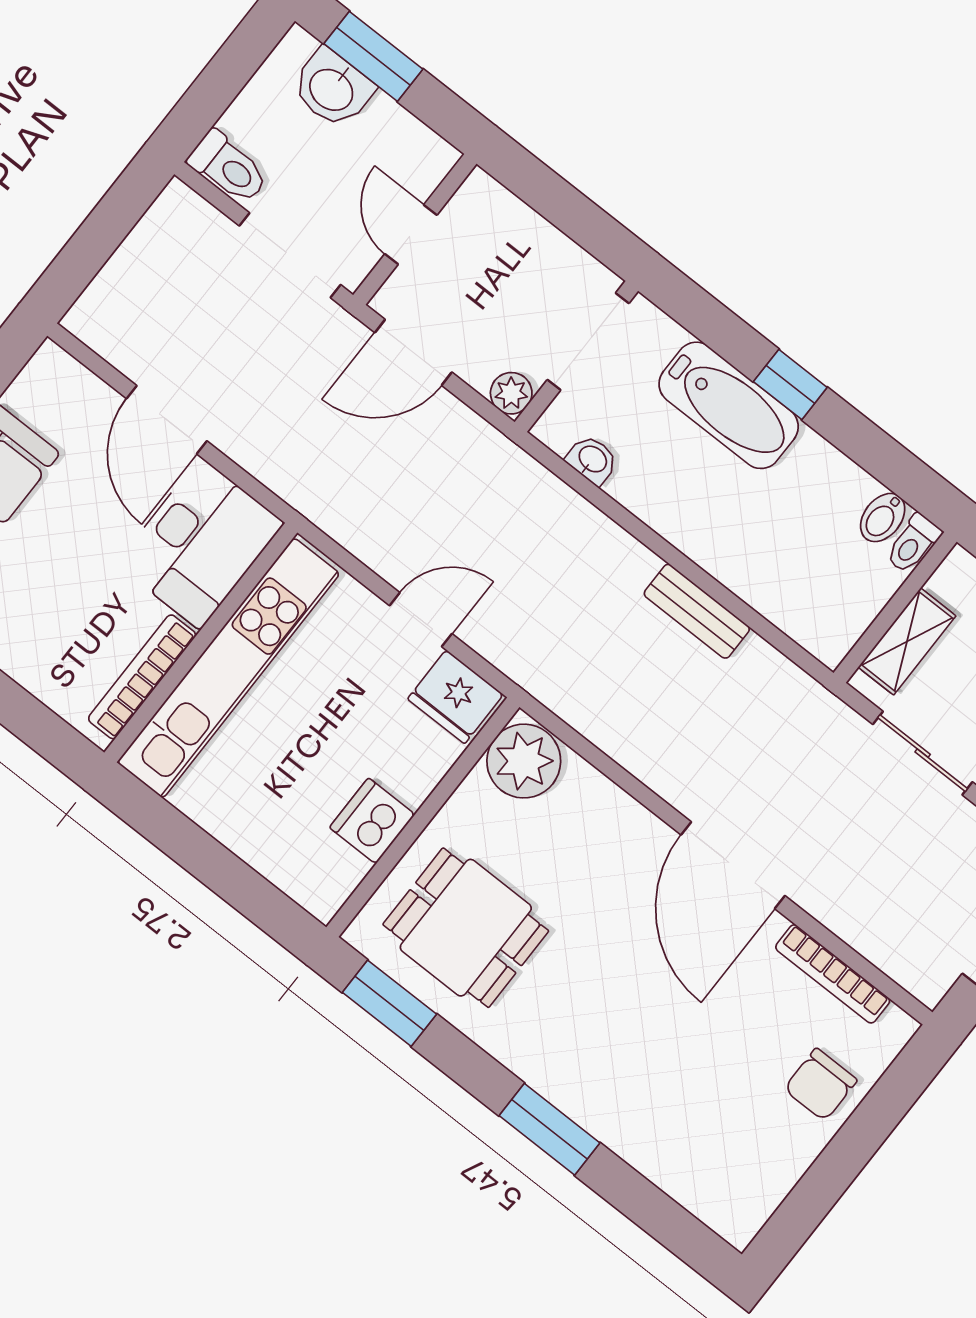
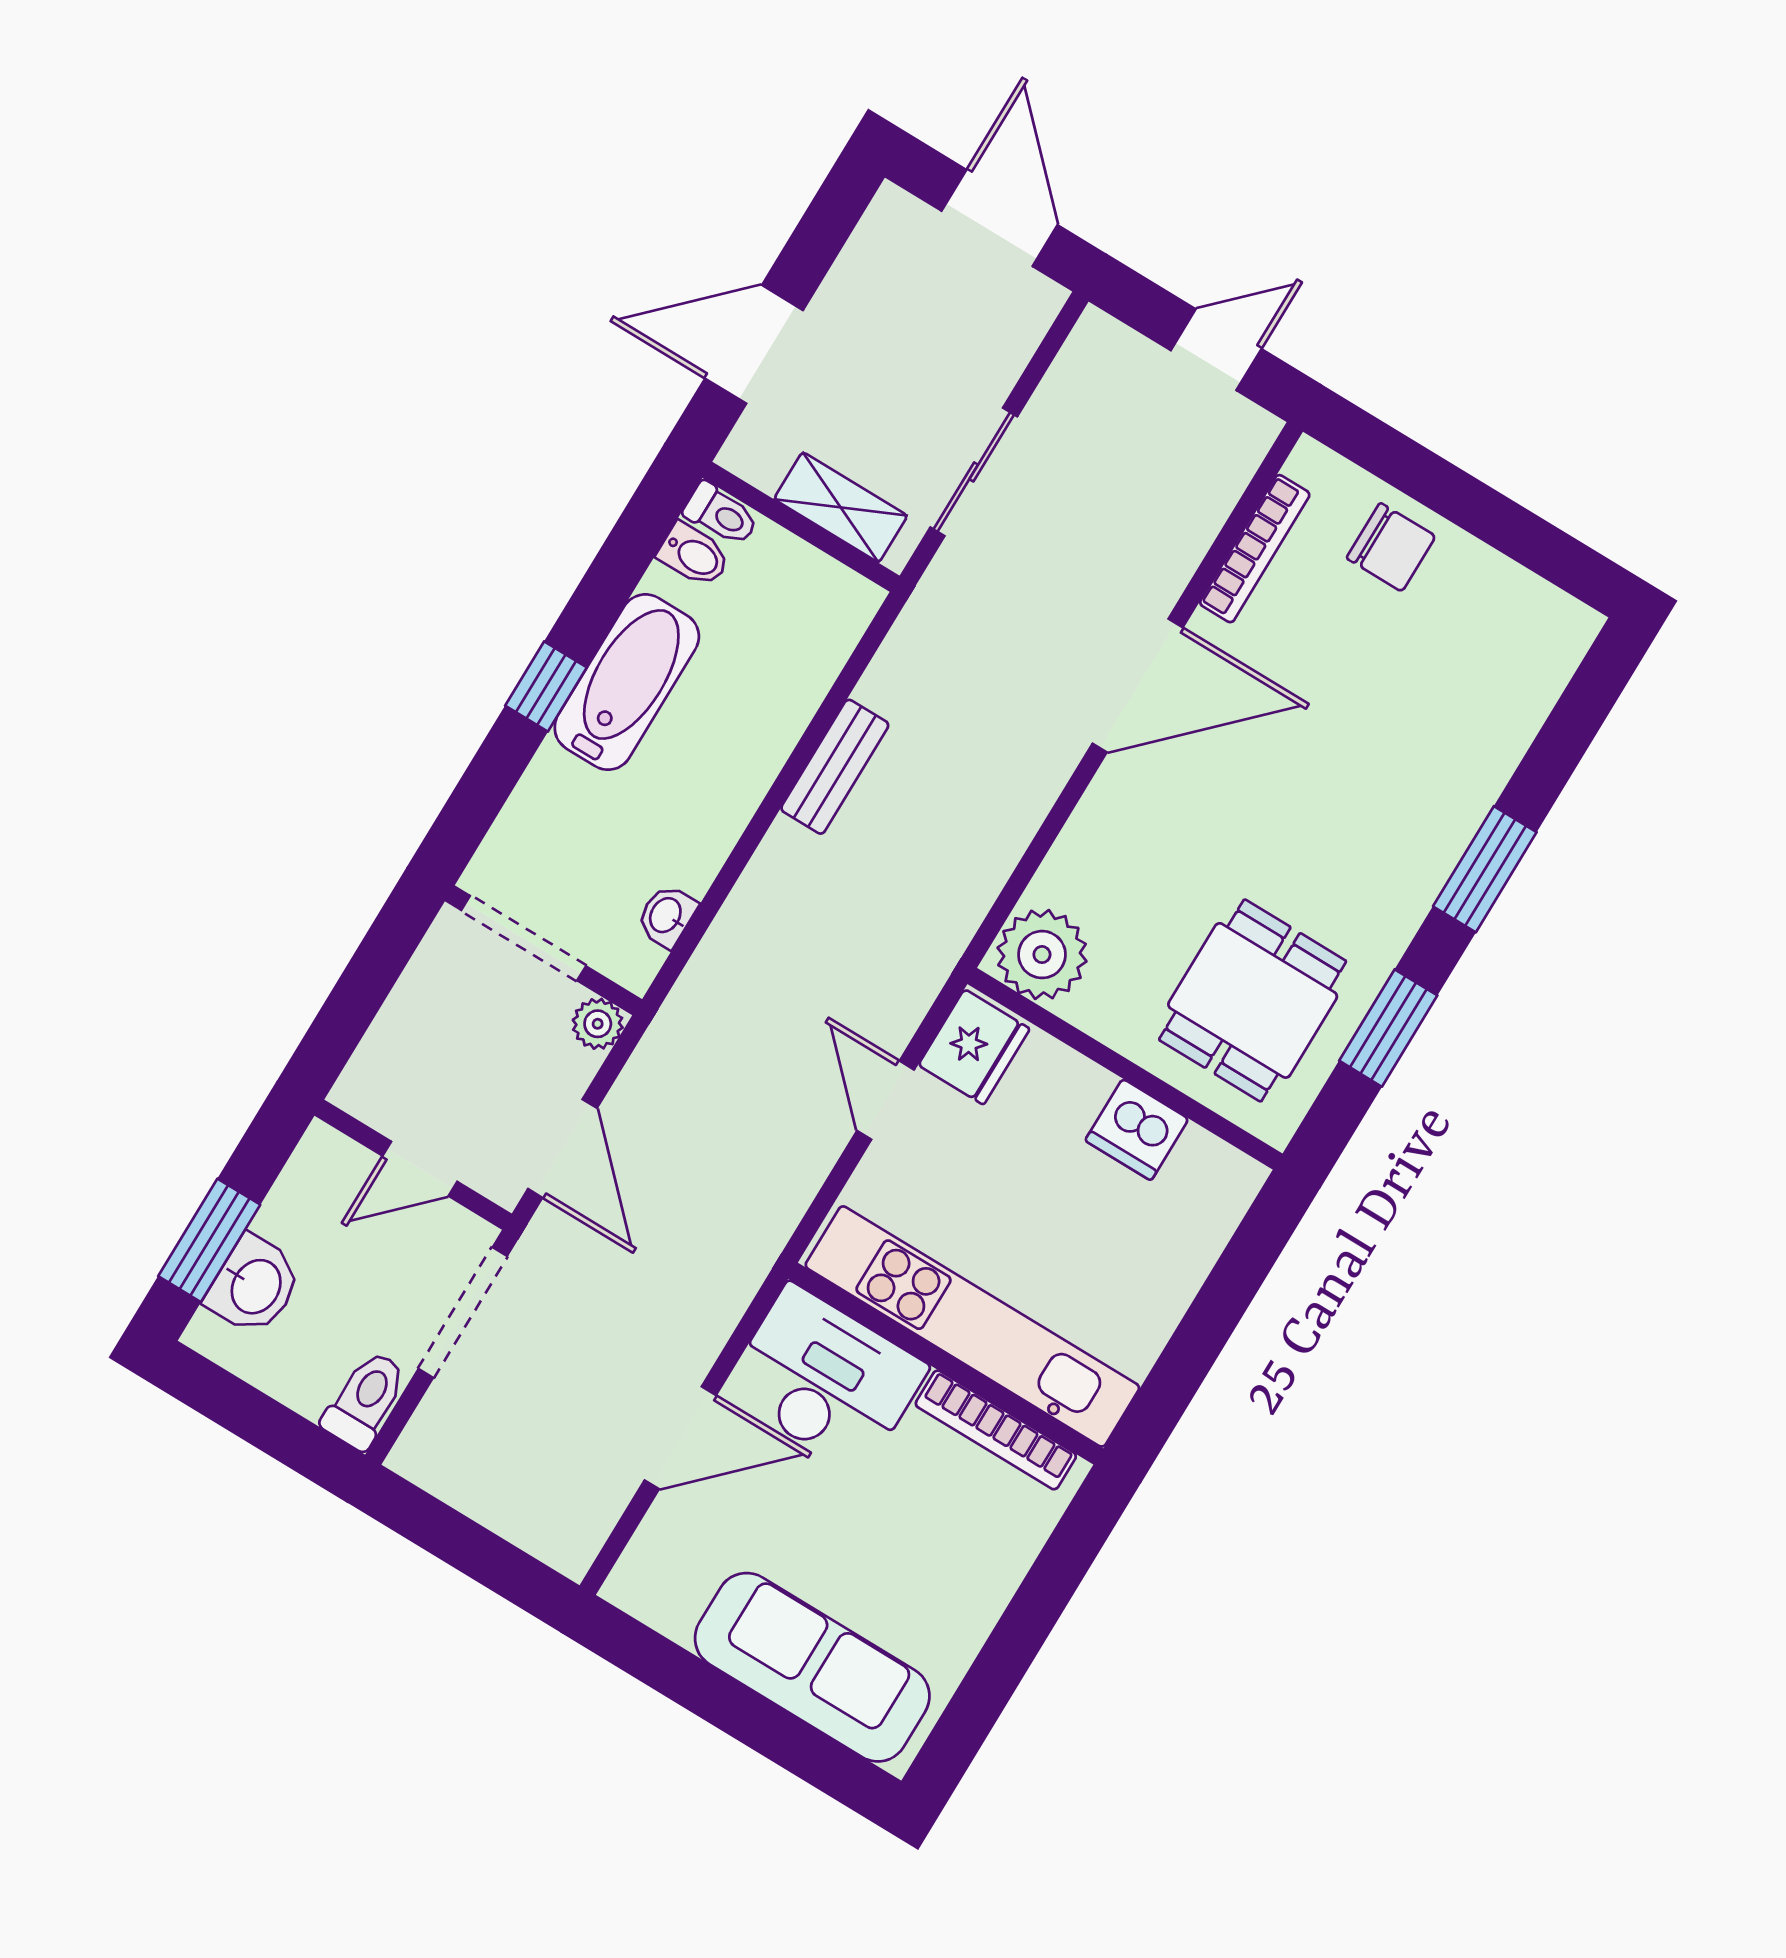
bathtub: (729, 405) -> (627, 682), moved
window: (389, 1003) -> (1388, 1028), moved

